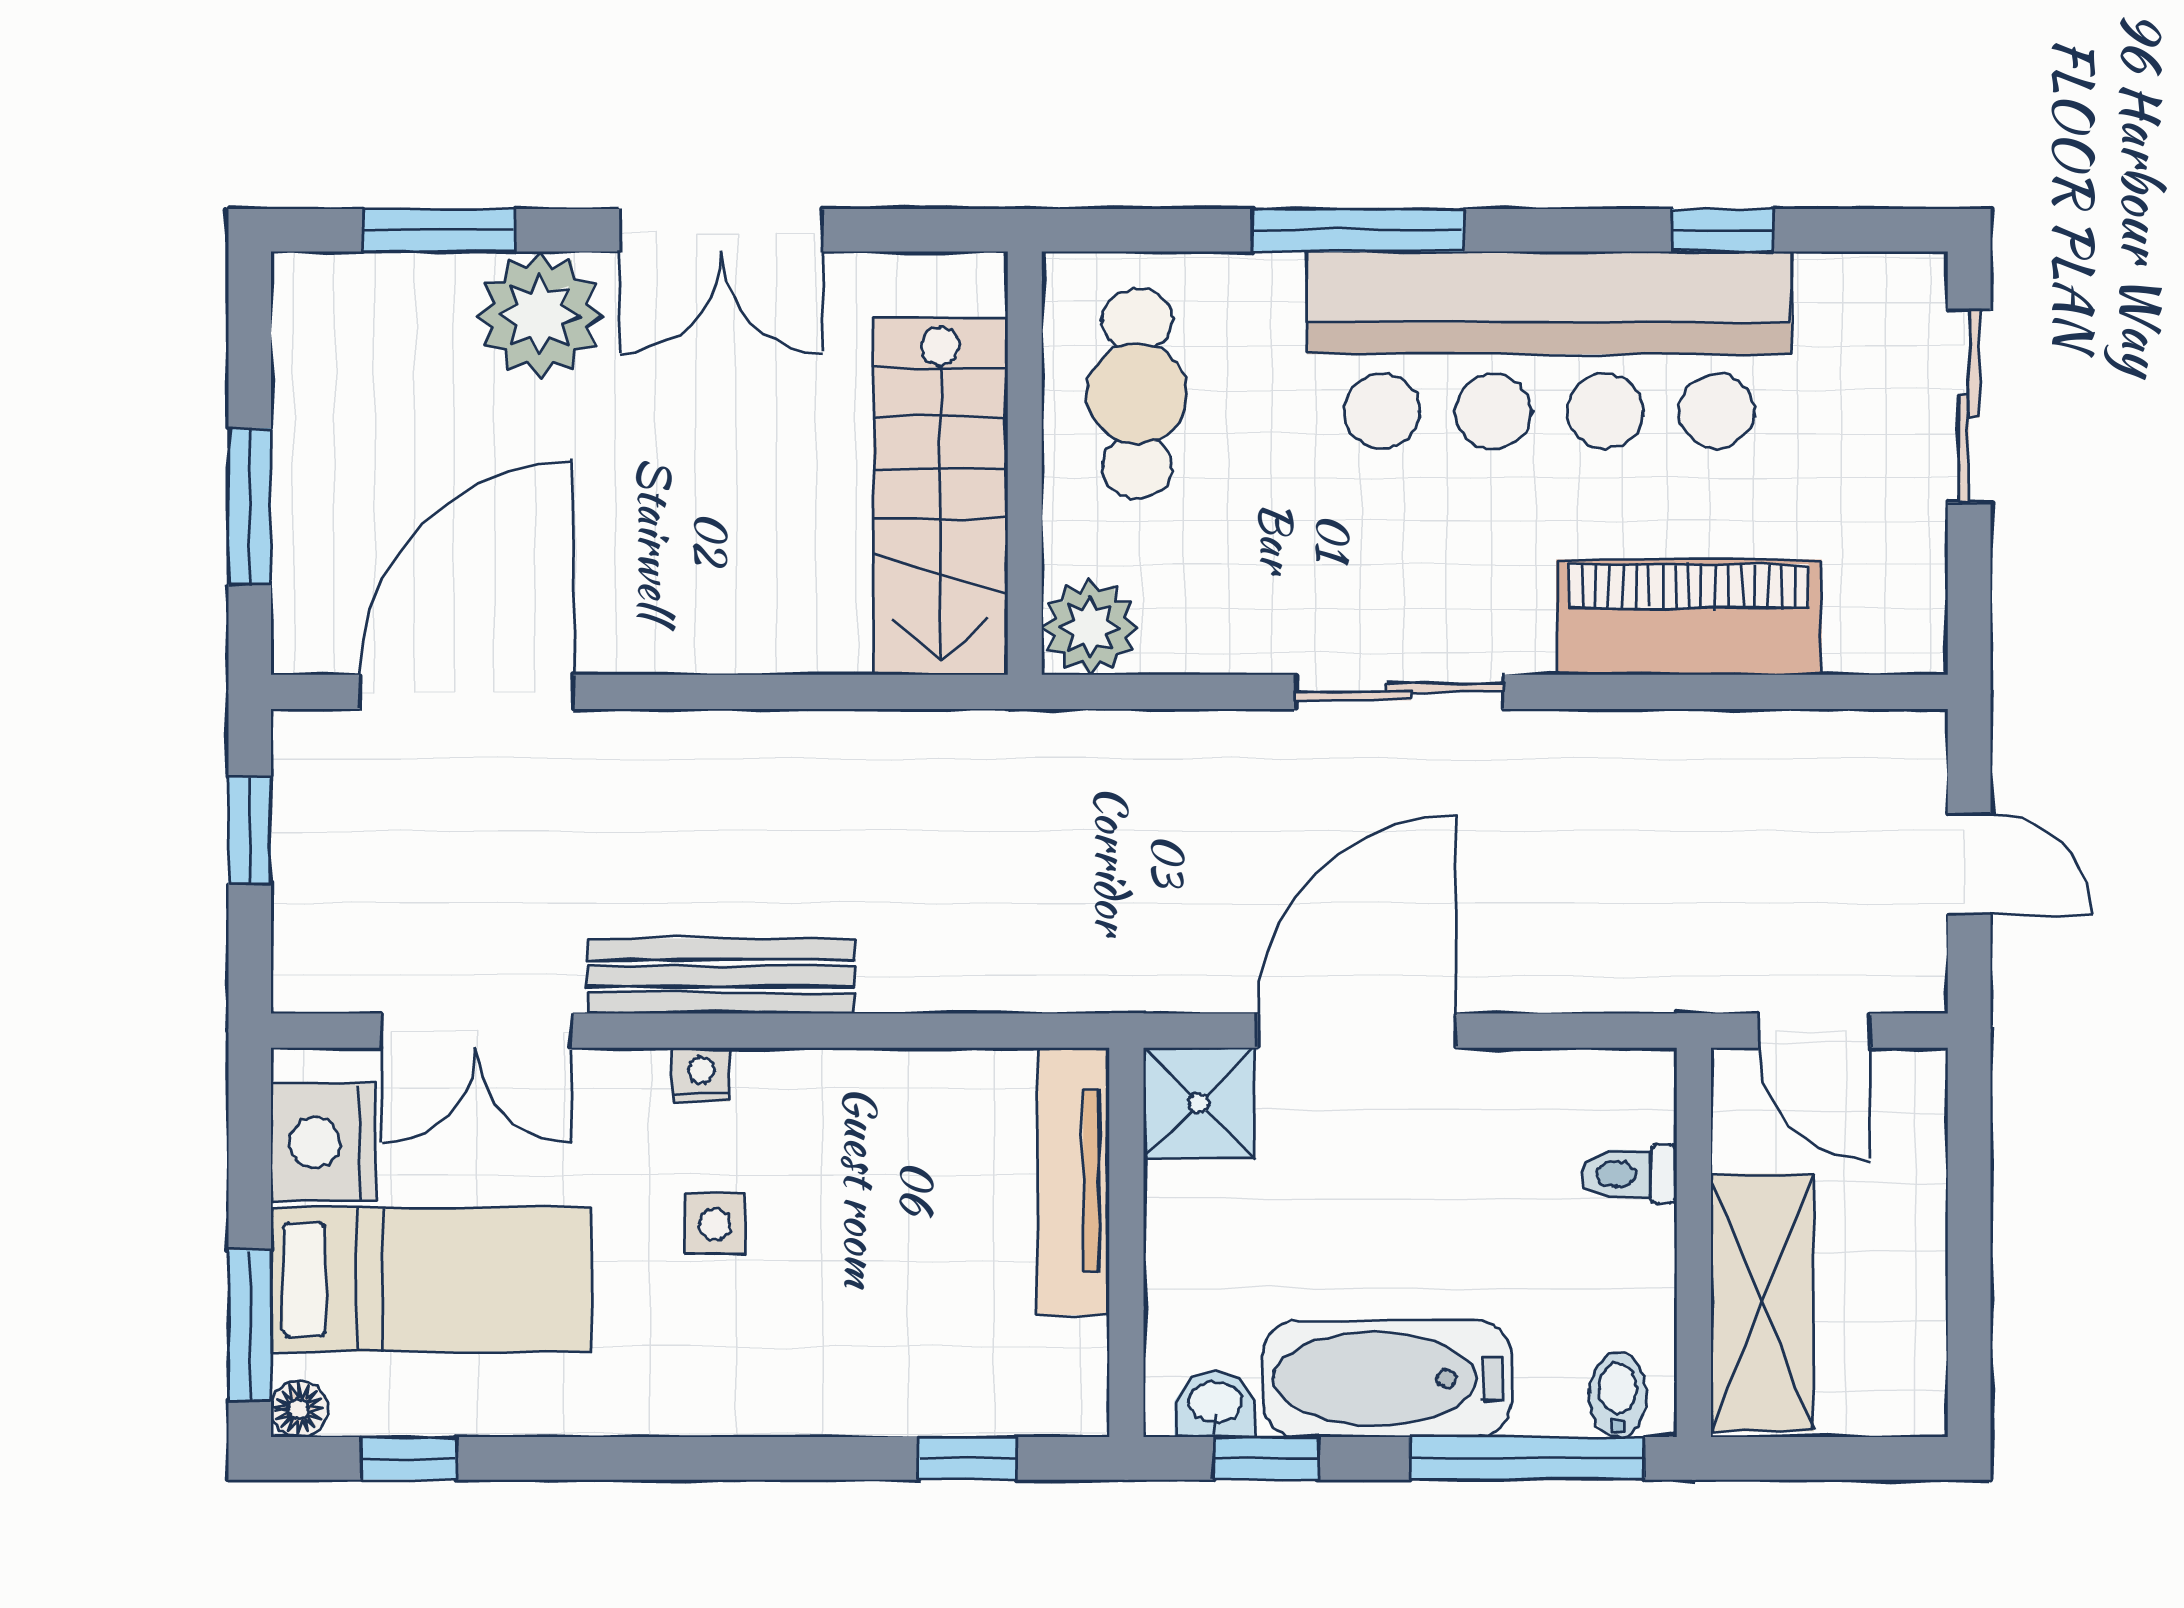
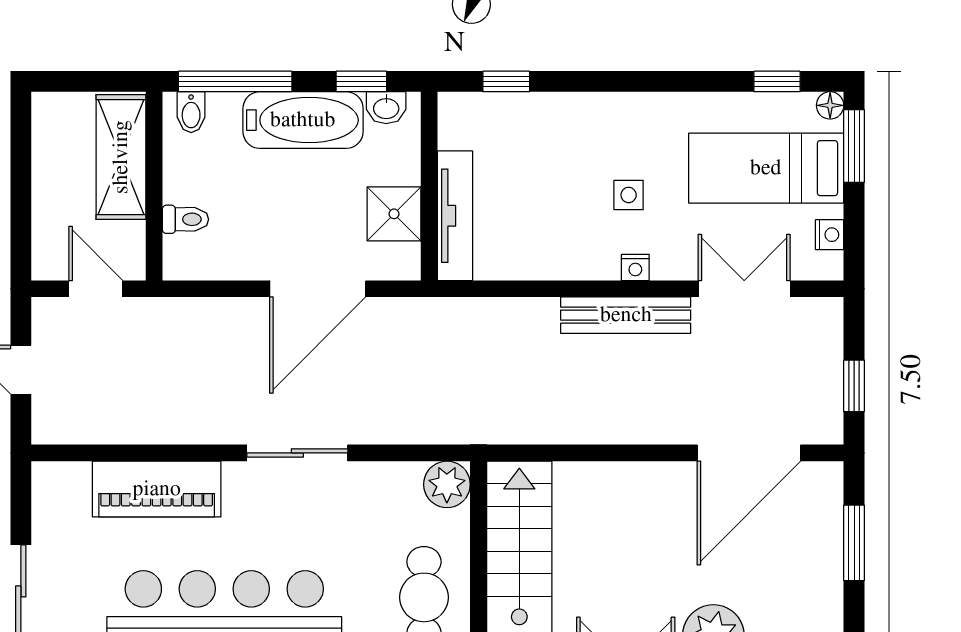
shower: (1199, 1103) -> (394, 214), moved
nightstand: (323, 1142) -> (830, 235), width x0.53, depth x0.56

